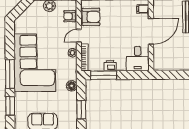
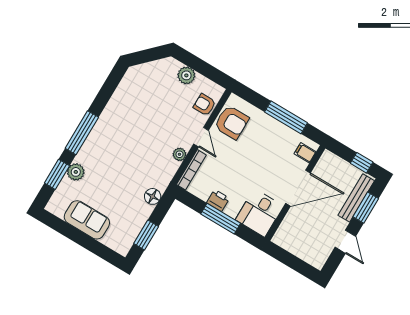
door: (79, 36) -> (201, 137), swing flipped
corner sofa: (35, 63) -> (123, 137), removed
window: (104, 75) -> (221, 219), moved
plant: (20, 98) -> (76, 172), added

